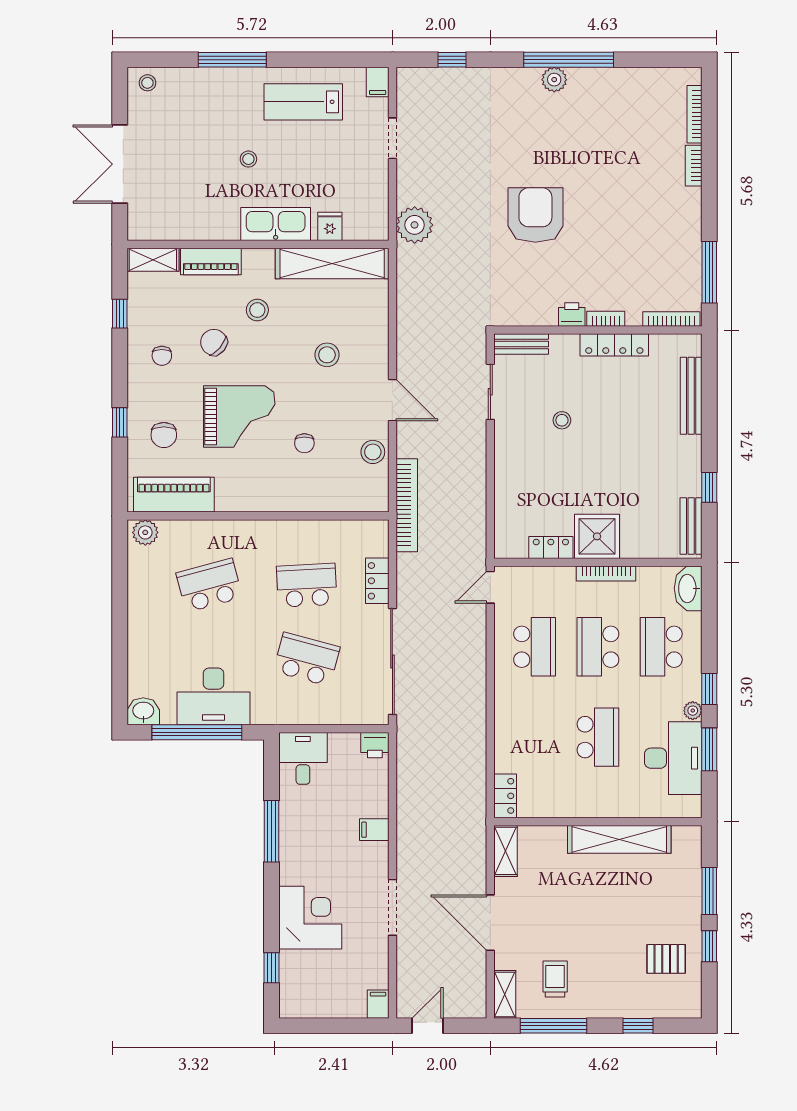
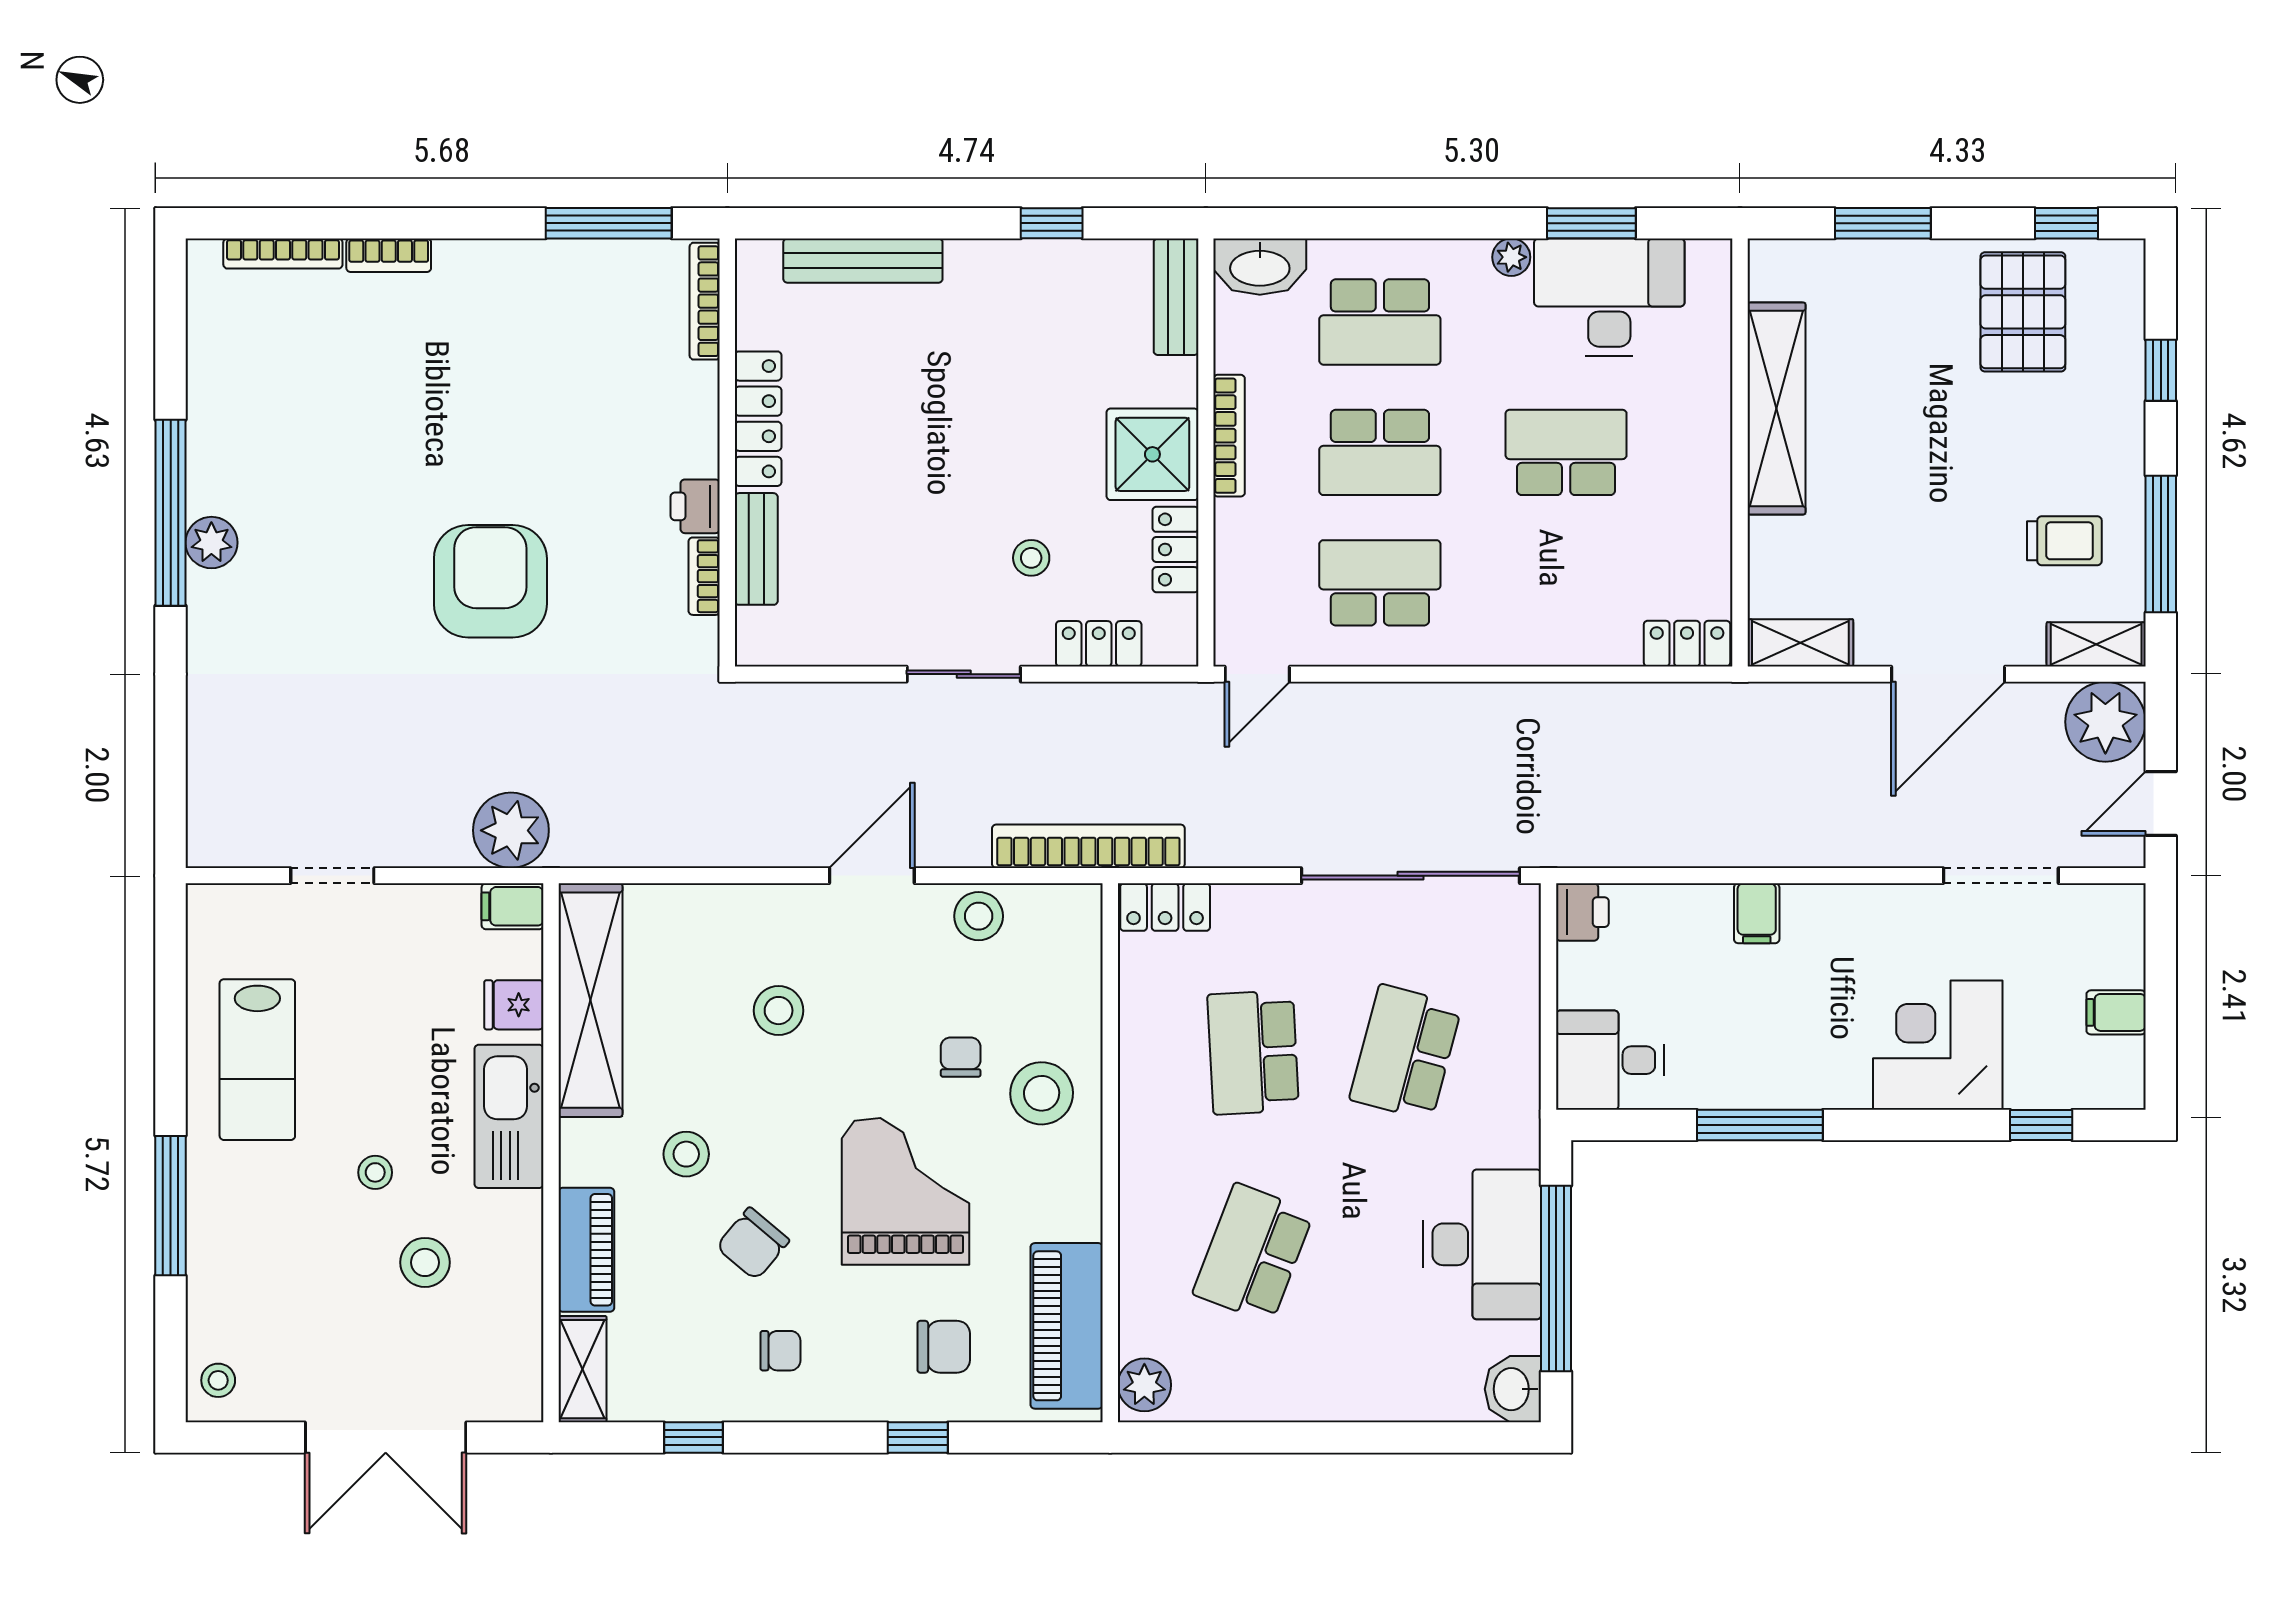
window: (452, 60) -> (171, 753), removed
filing cabinet: (378, 82) -> (513, 906), moved, turned 180
stool: (205, 183) -> (425, 1262), added
armchair: (535, 215) -> (490, 581), turned 90
bookcase: (606, 319) -> (704, 576), moved
bench: (521, 344) -> (756, 549), moved
sliding door: (490, 392) -> (964, 674), moved
stool: (562, 420) -> (1031, 558), moved
chair: (304, 443) -> (961, 1057), turned -90
stool: (287, 483) -> (1042, 1093), added
locker: (505, 510) -> (1099, 644), added
bench: (691, 526) -> (1176, 297), moved, turned 90
locker: (377, 581) -> (1165, 907), moved
school desk: (209, 585) -> (1253, 1253), turned 36
door: (490, 587) -> (1257, 674), hinge flipped
window: (709, 689) -> (1467, 223), removed
doorway: (392, 907) -> (2001, 876), moved
window: (709, 946) -> (2067, 223), moved
pallet: (666, 959) -> (2023, 312), width x1.50, depth x1.42
trolley: (555, 979) -> (2064, 541), turned 180
plant: (467, 999) -> (2105, 722), added
filing cabinet: (378, 1004) -> (2116, 1012), moved
door: (427, 1026) -> (2161, 804), hinge flipped

